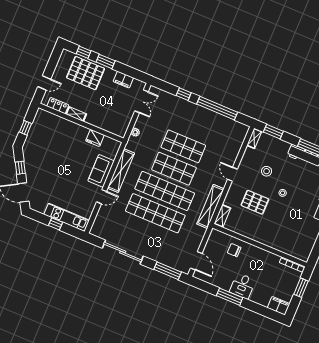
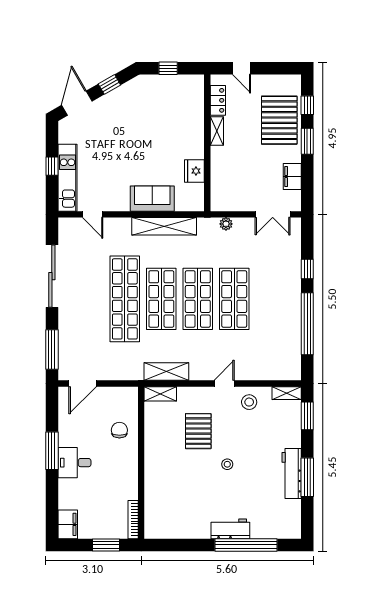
stool: (267, 171) -> (249, 402), moved
shop shelf: (165, 191) -> (161, 299), width x0.71
door: (102, 197) -> (93, 214), moved
shelving: (210, 206) -> (166, 372), width x0.68

